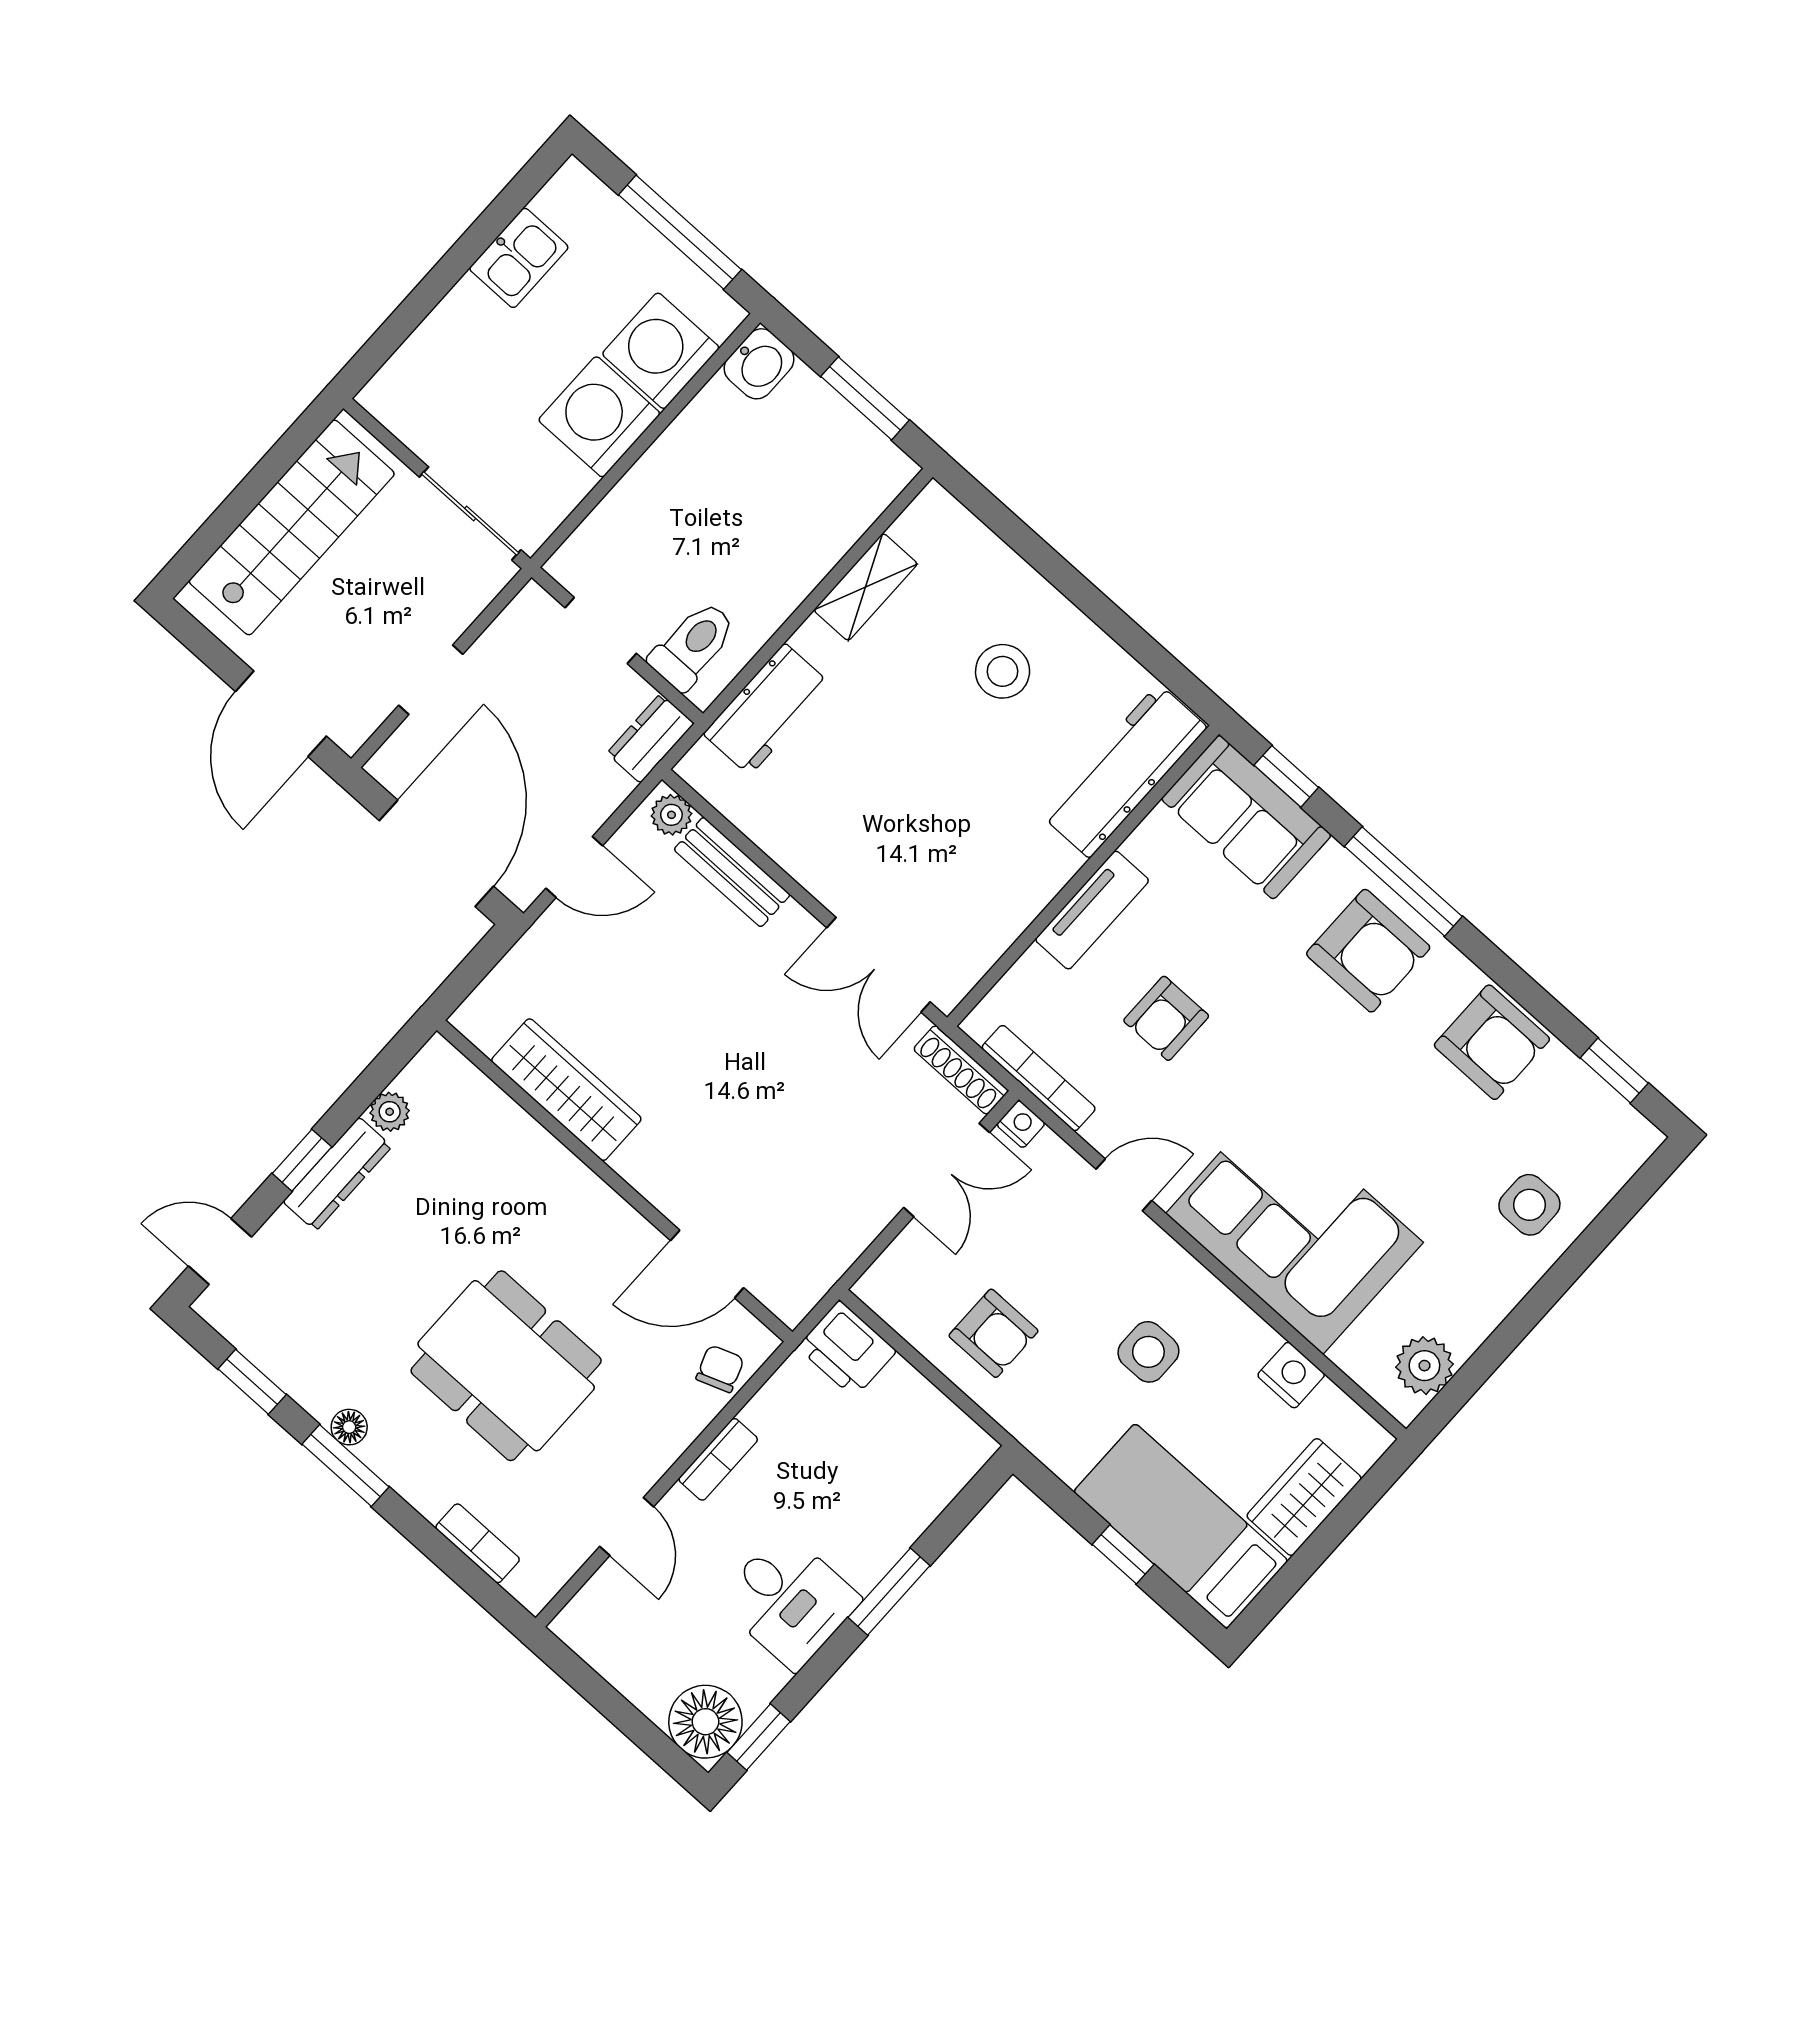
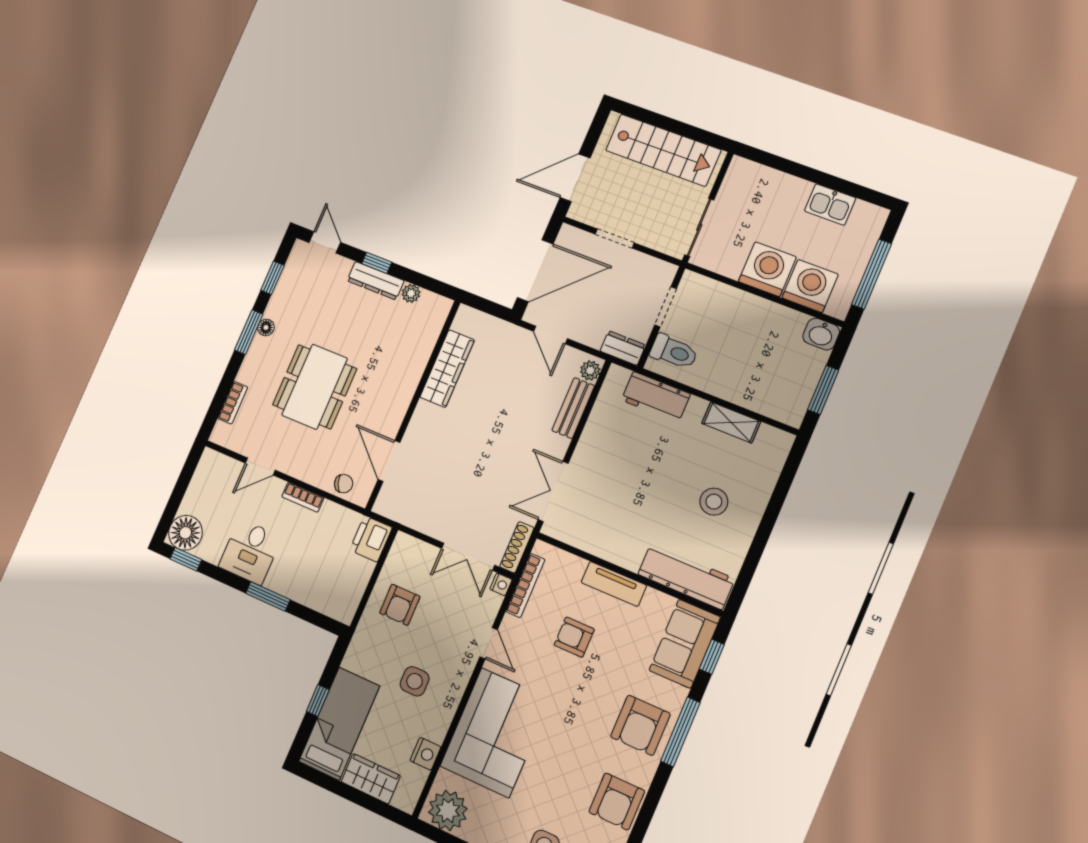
plant: (1424, 1366) -> (448, 811), width x1.36, depth x1.36

